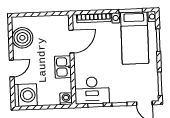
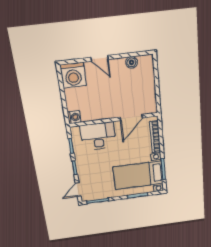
boiler: (22, 38) -> (131, 62), width x0.54, depth x0.54
door: (71, 42) -> (131, 118), hinge flipped
kitchen sink: (63, 67) -> (106, 111), removed
desk: (92, 90) -> (98, 136), moved, turned 90

